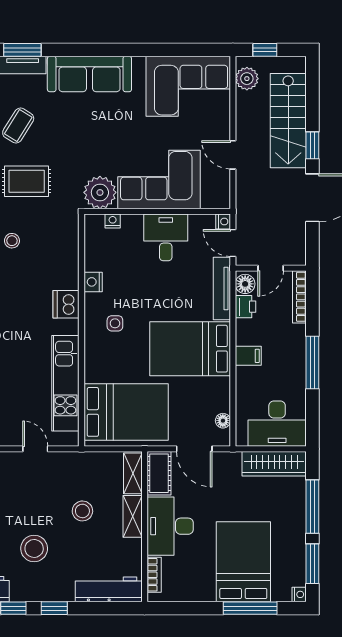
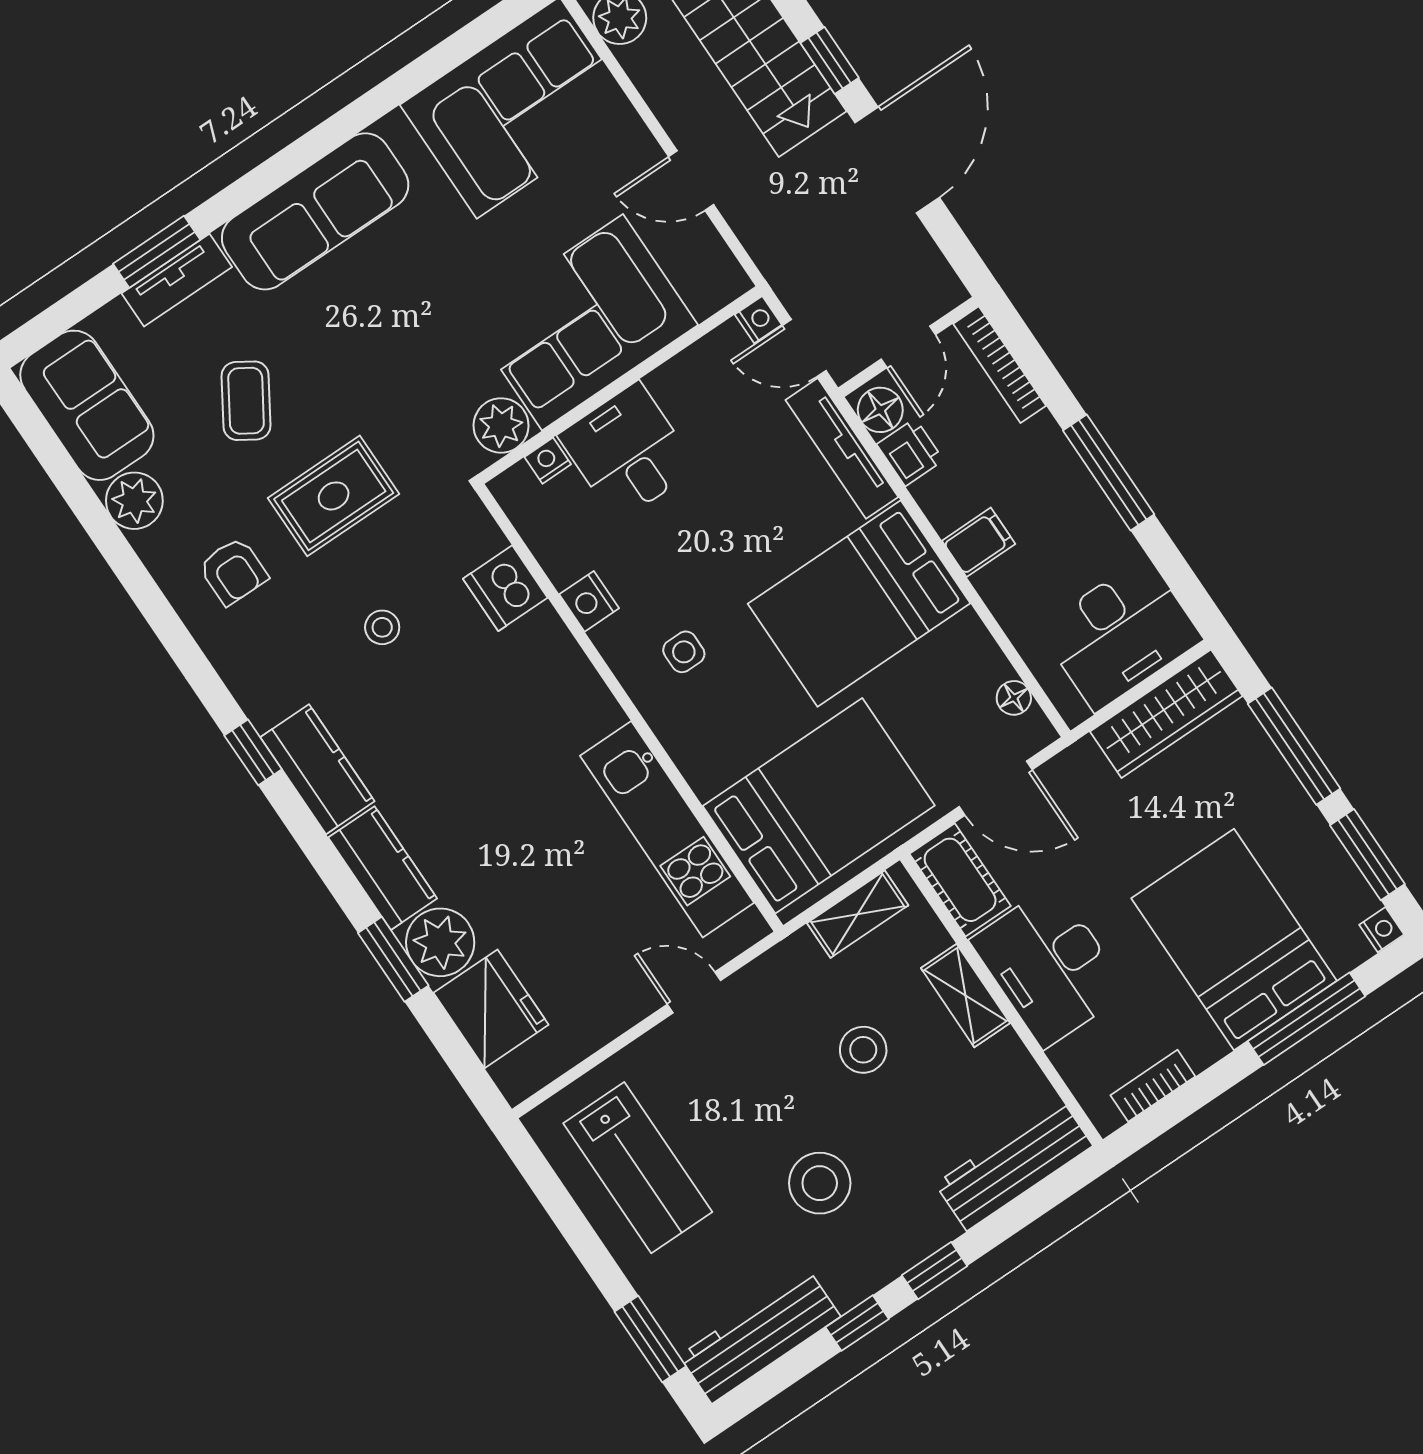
plant: (100, 192) -> (501, 425), width x0.73, depth x0.73
desk: (166, 237) -> (628, 452), moved
dishwasher: (66, 304) -> (505, 588), moved
shelving: (133, 473) -> (858, 914), moved, turned 90
bookcase: (154, 575) -> (1153, 1086), moved, turned -90

